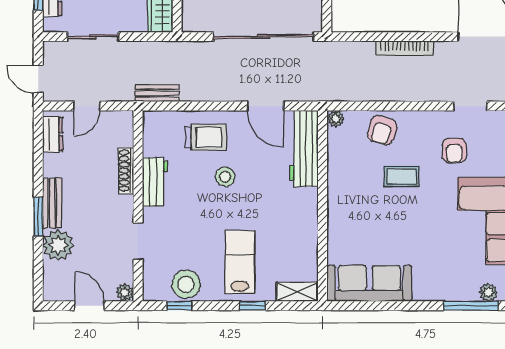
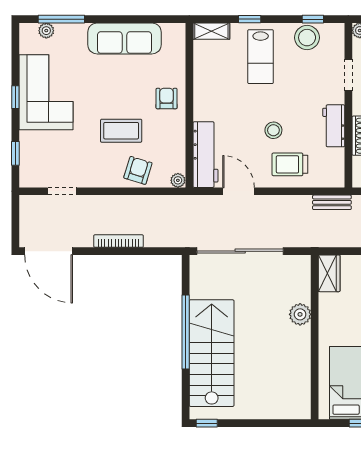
armchair: (454, 150) -> (167, 99), moved
coffee table: (402, 176) -> (121, 131), width x1.36, depth x1.30
sofa: (369, 283) -> (124, 38), moved

